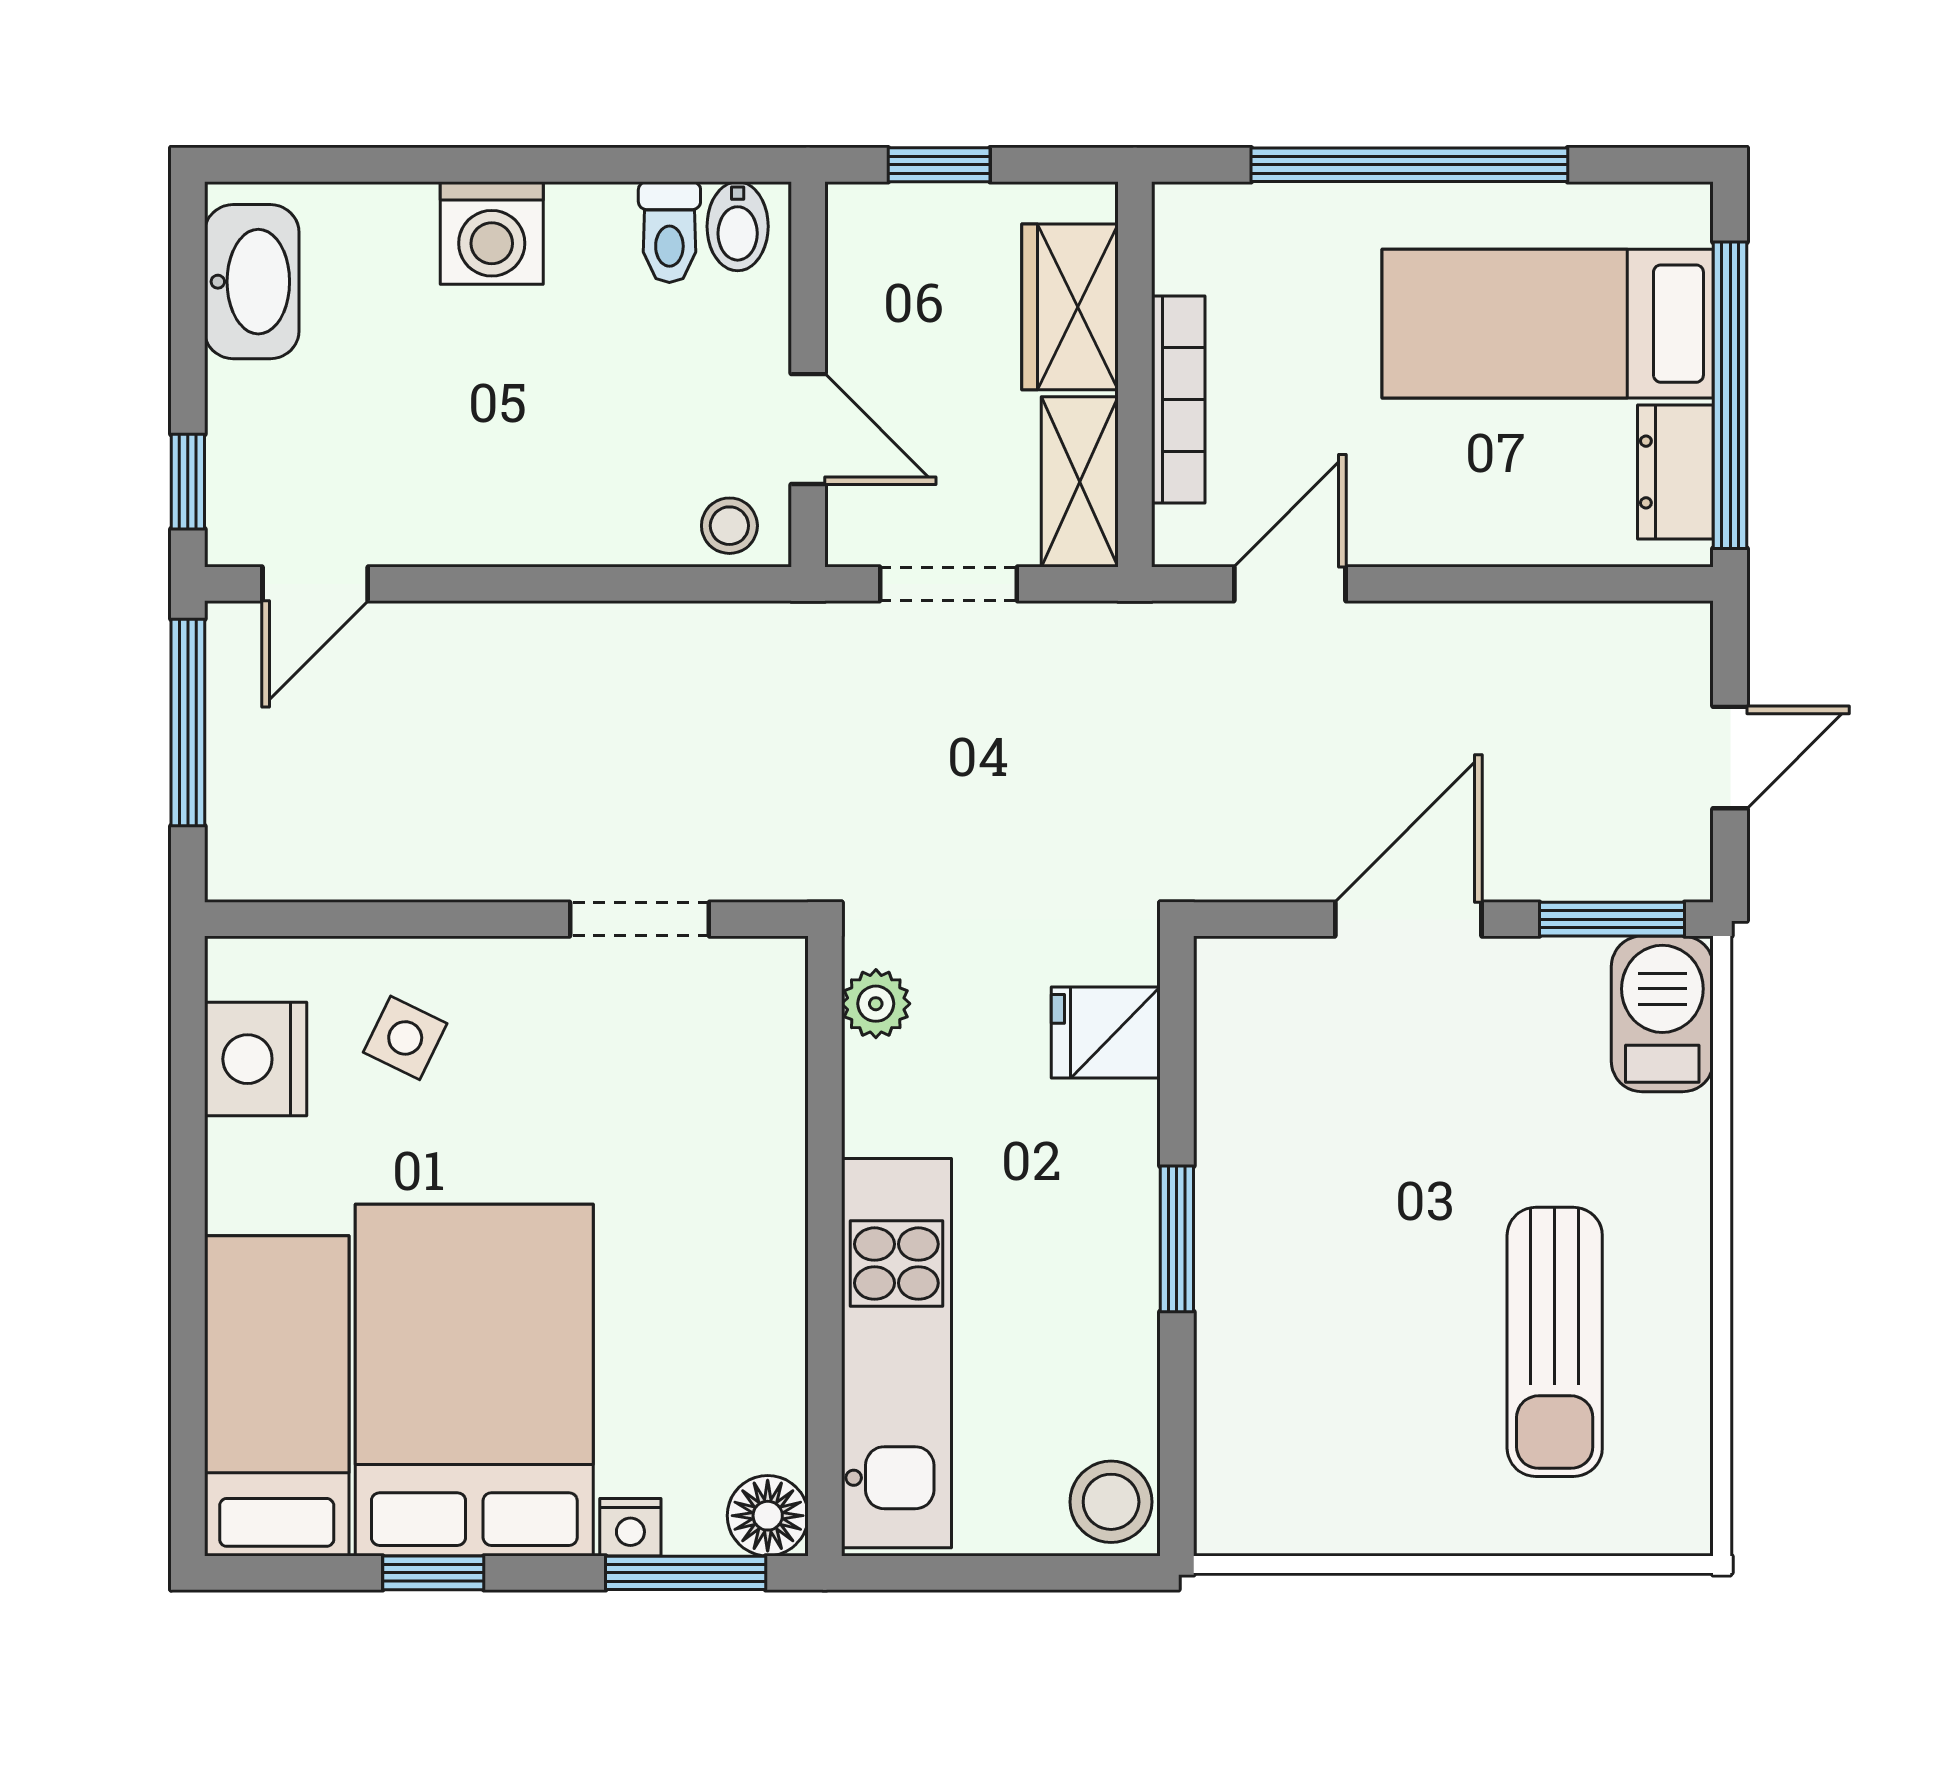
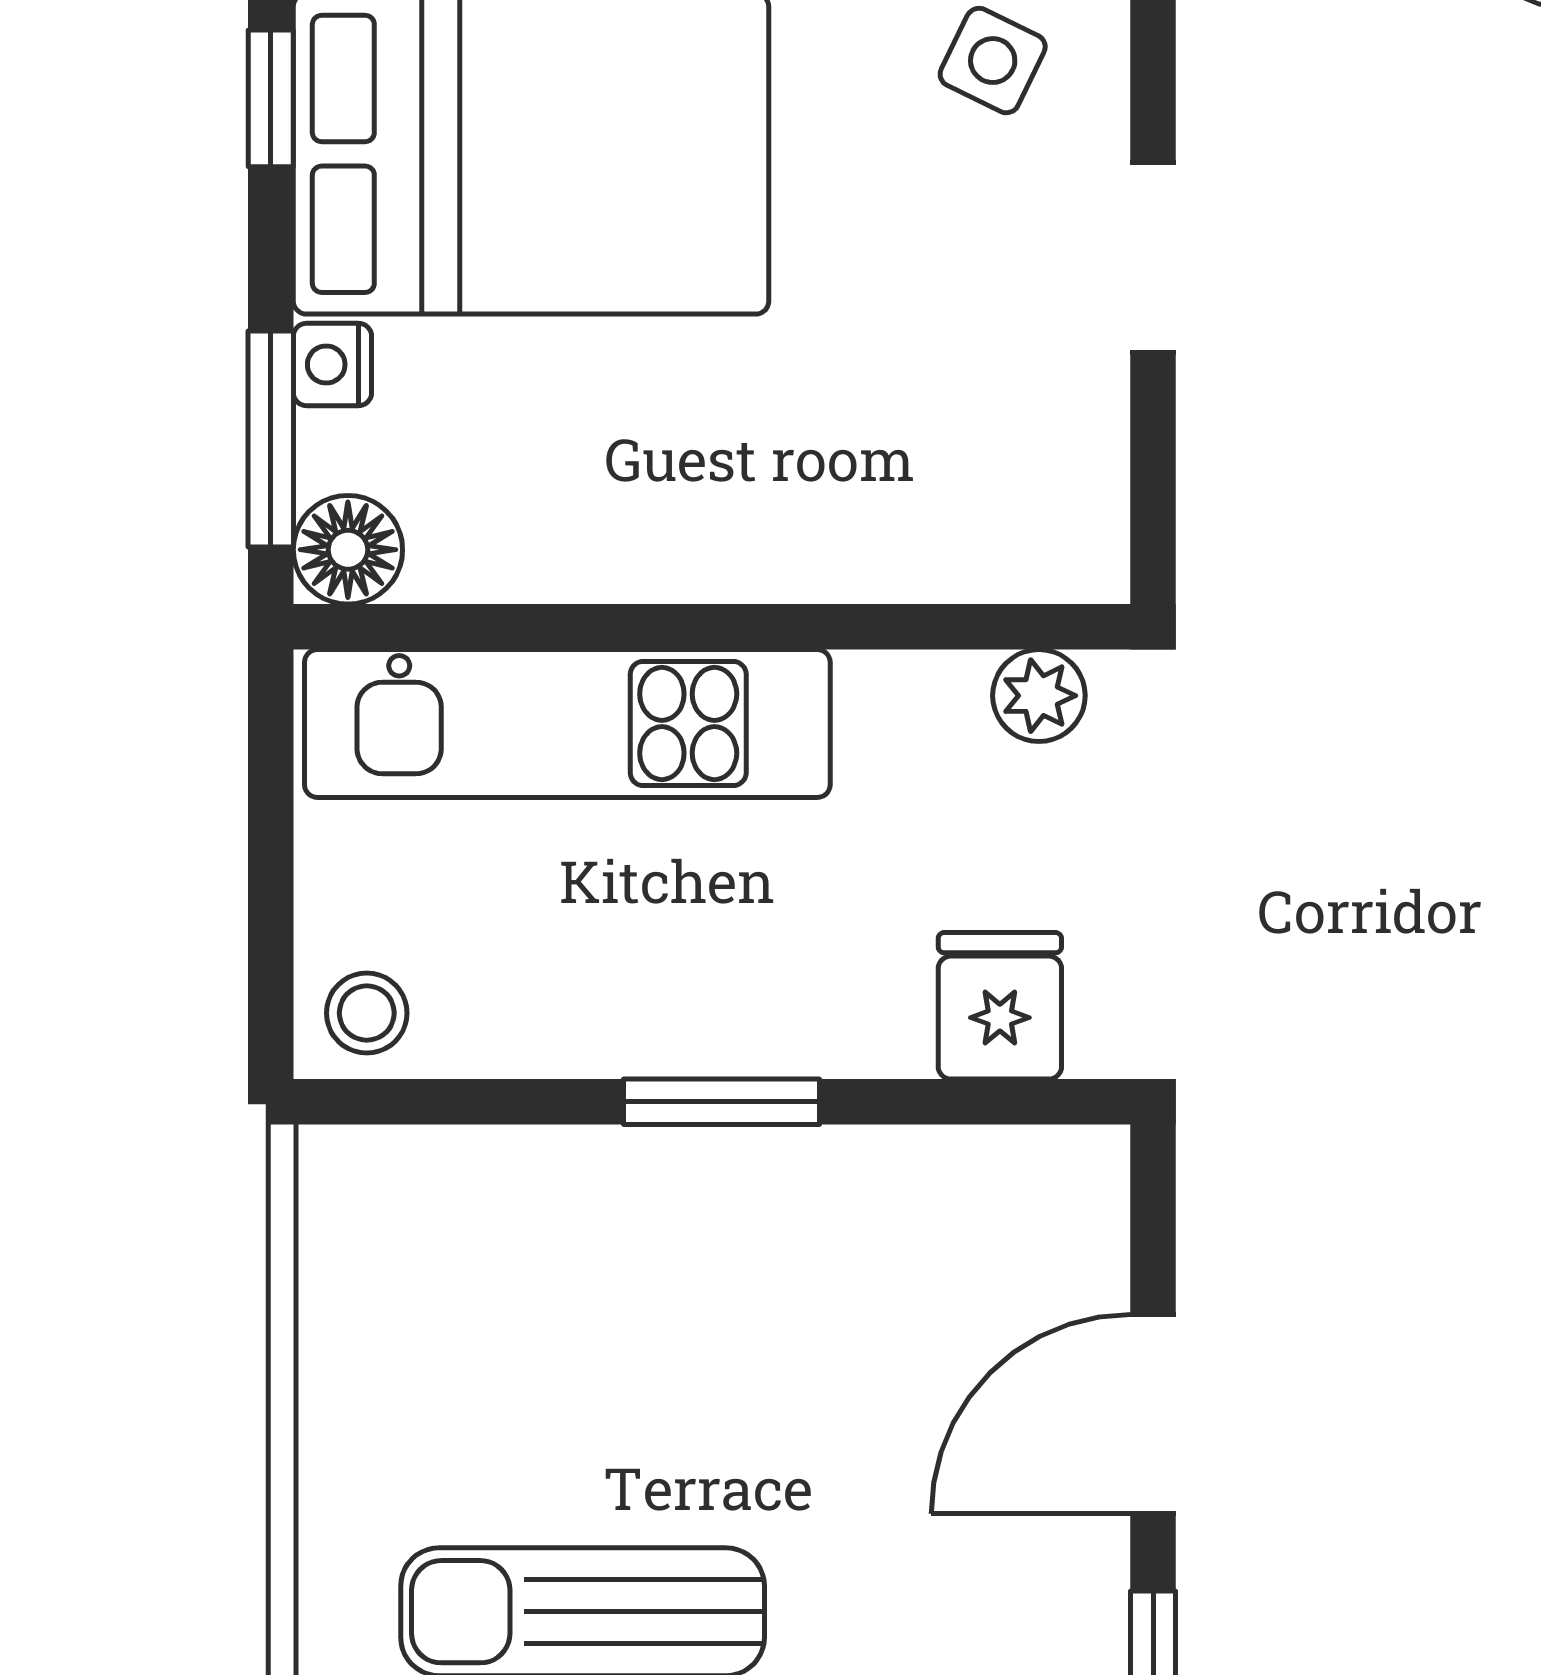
doorway: (640, 919) -> (1153, 258), moved
door: (1408, 919) -> (1153, 1414), swing flipped
stool: (1111, 1502) -> (367, 1013), width x0.73, depth x0.73

